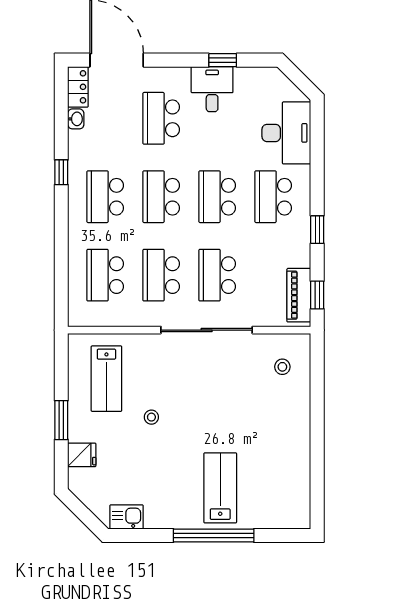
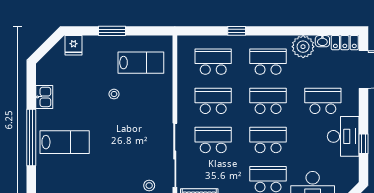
desk: (212, 89) -> (343, 136), width x1.37
plant: (84, 147) -> (303, 47), added
window: (61, 172) -> (237, 31), moved
sliding door: (207, 330) -> (175, 155), moved
lab bench: (106, 379) -> (141, 63), turned 180
fridge: (82, 455) -> (74, 45), moved
kitchen sink: (127, 517) -> (44, 97), moved

